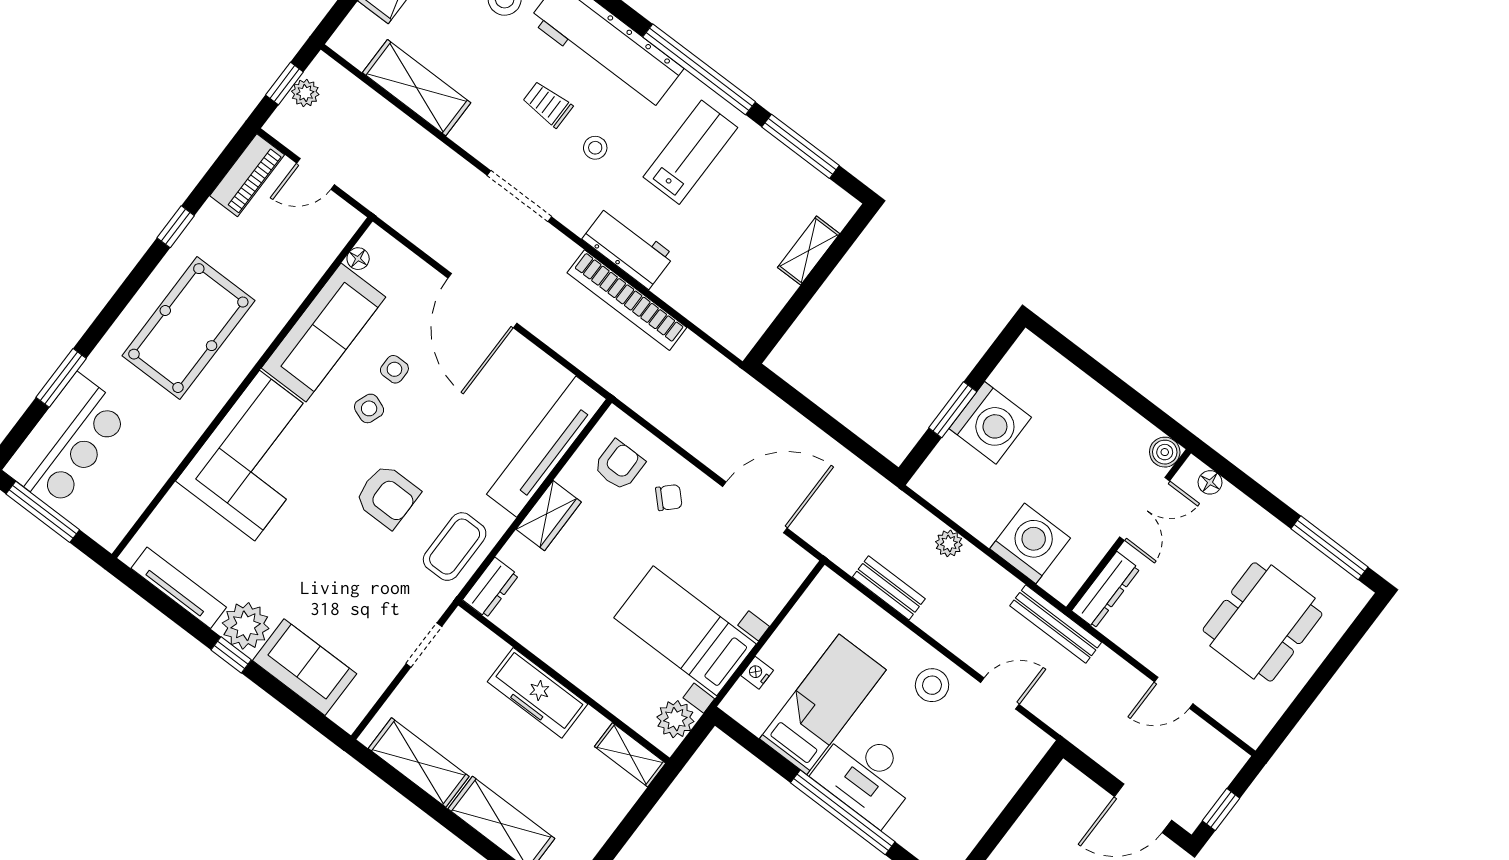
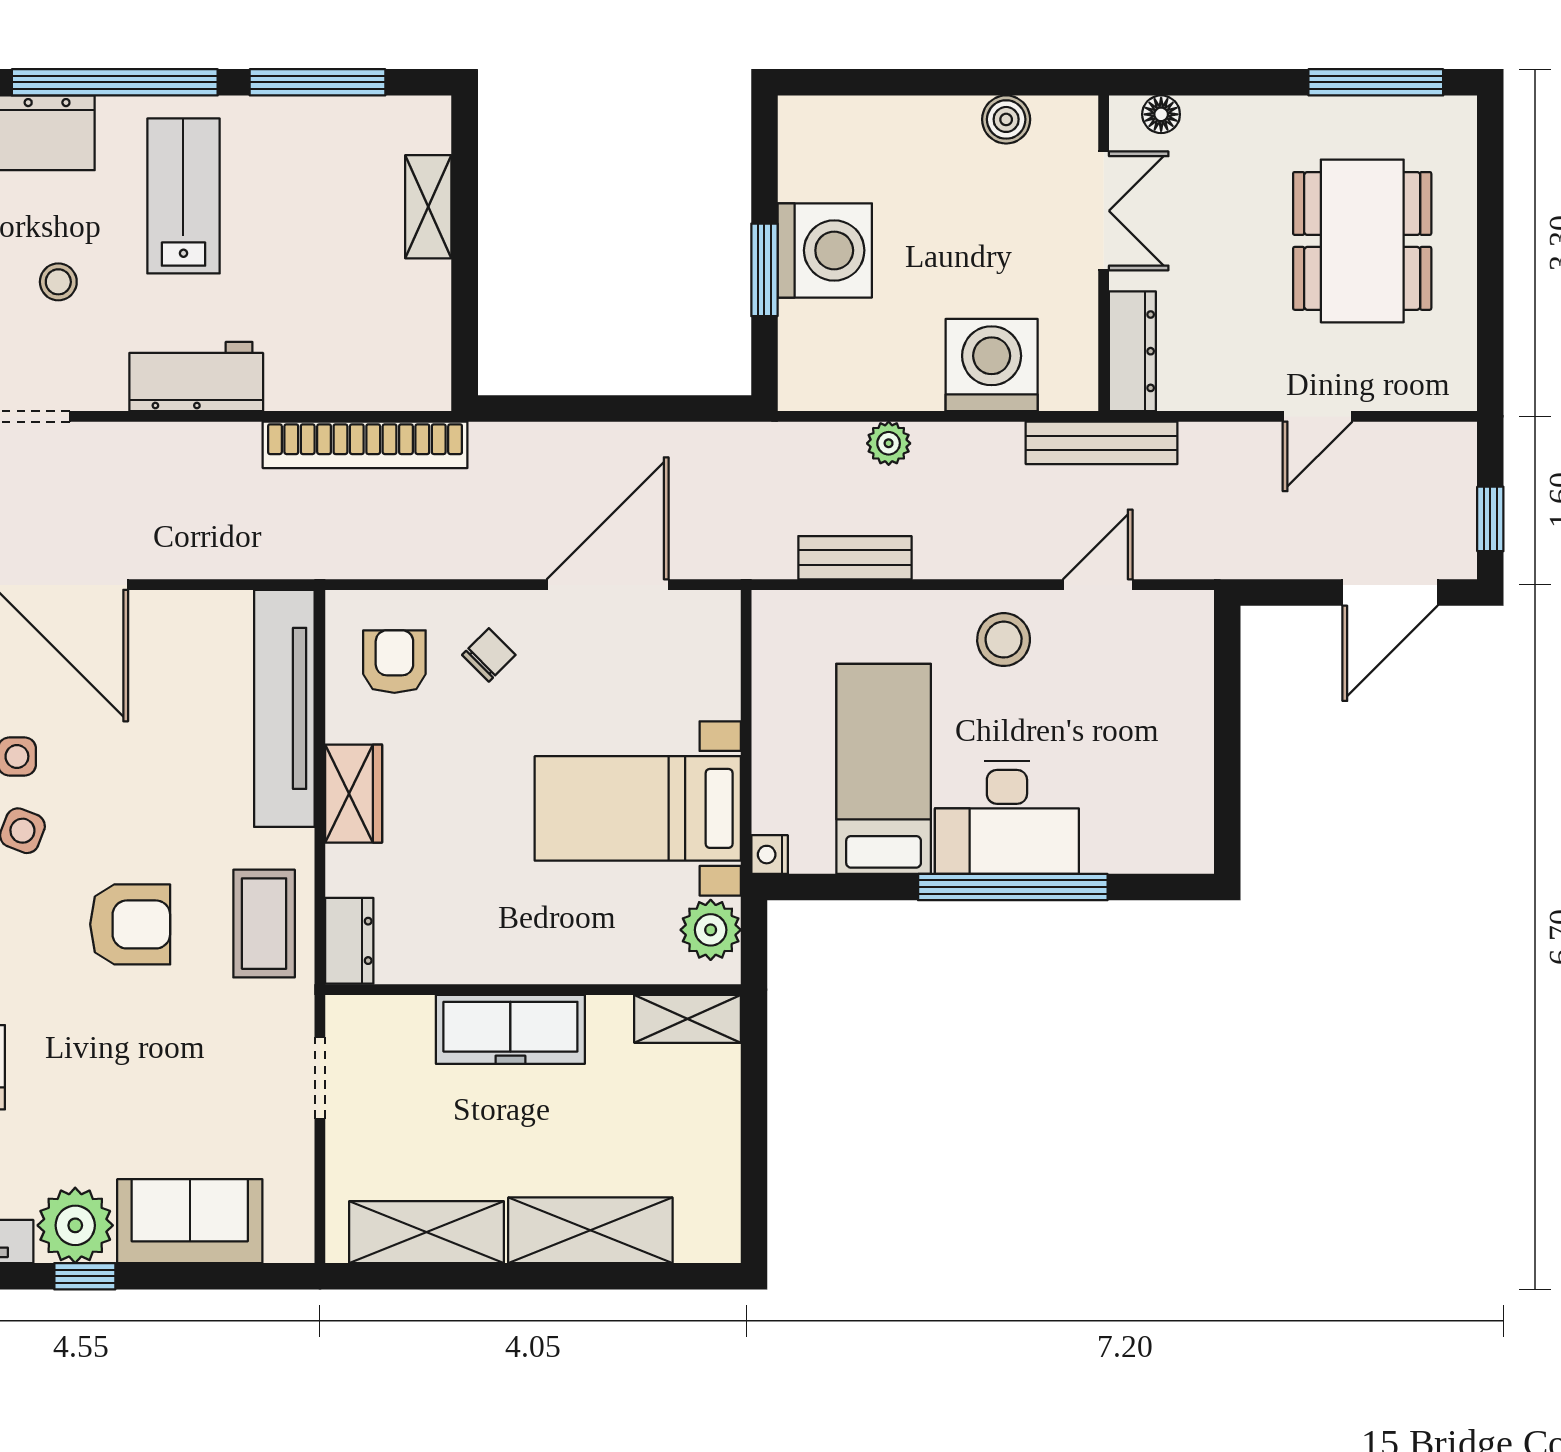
bookcase: (627, 300) -> (365, 445), moved
boiler: (1165, 452) -> (1006, 119), moved
nightstand: (757, 673) -> (770, 855), moved

